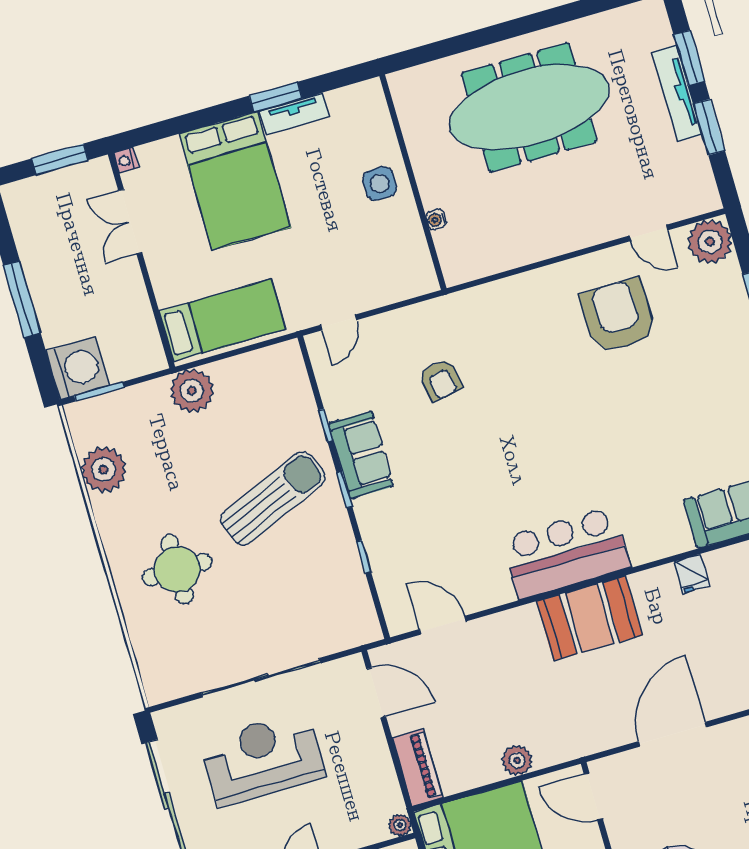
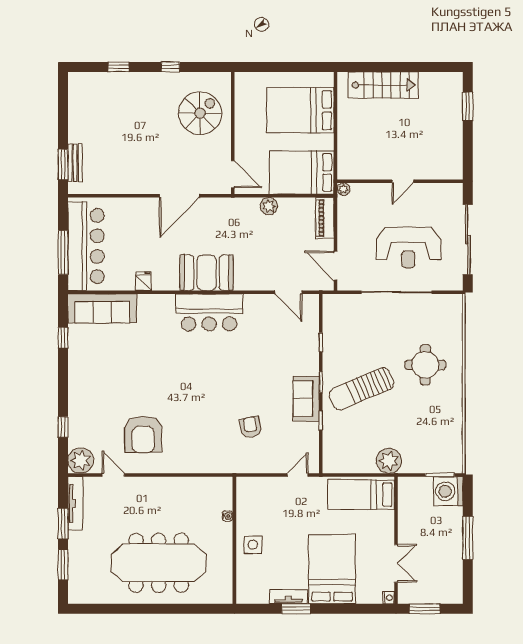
tv unit: (677, 93) -> (75, 503), moved
plant: (104, 470) -> (450, 431), removed

